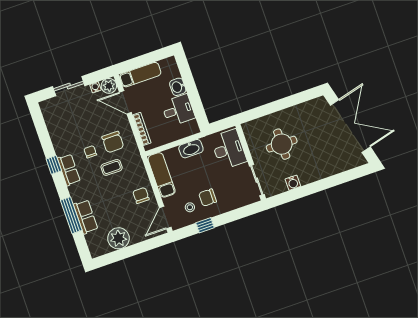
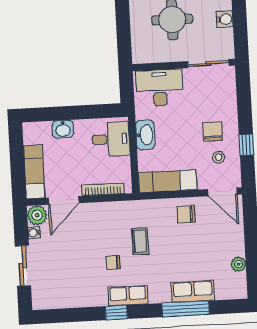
desk: (178, 110) -> (111, 139), moved, turned 90
chair: (113, 142) -> (109, 230), removed
chair: (208, 198) -> (213, 132), turned 180
plant: (118, 238) -> (238, 264), width x0.53, depth x0.53

